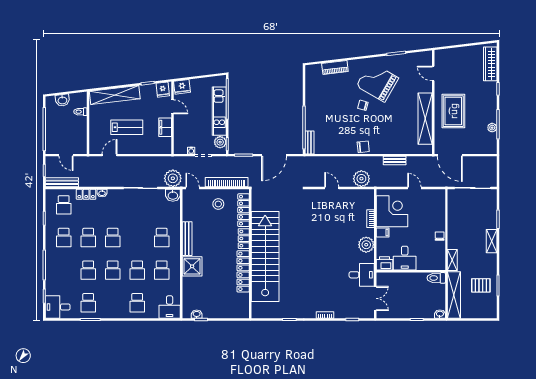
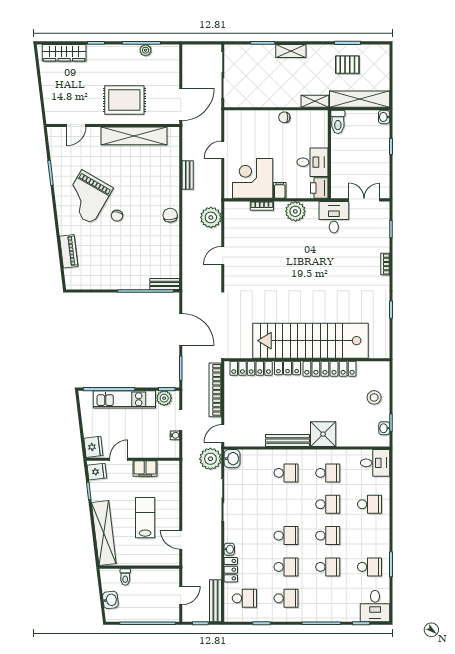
stool: (218, 204) -> (374, 397), moved
pallet: (481, 285) -> (347, 65), turned 90

